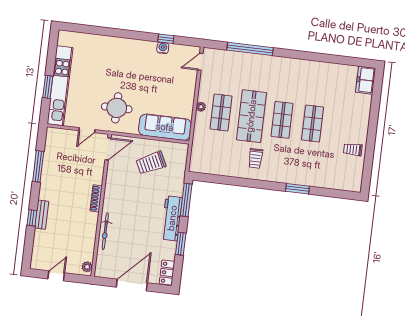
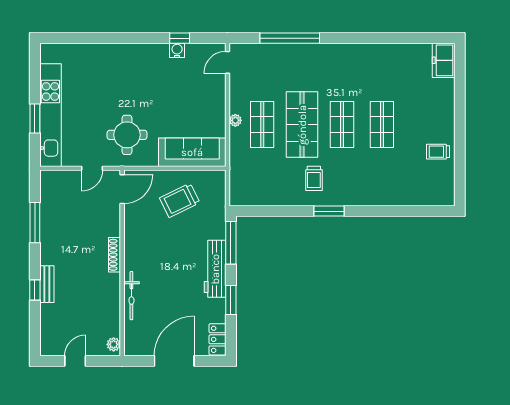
window: (297, 189) -> (329, 211), moved

